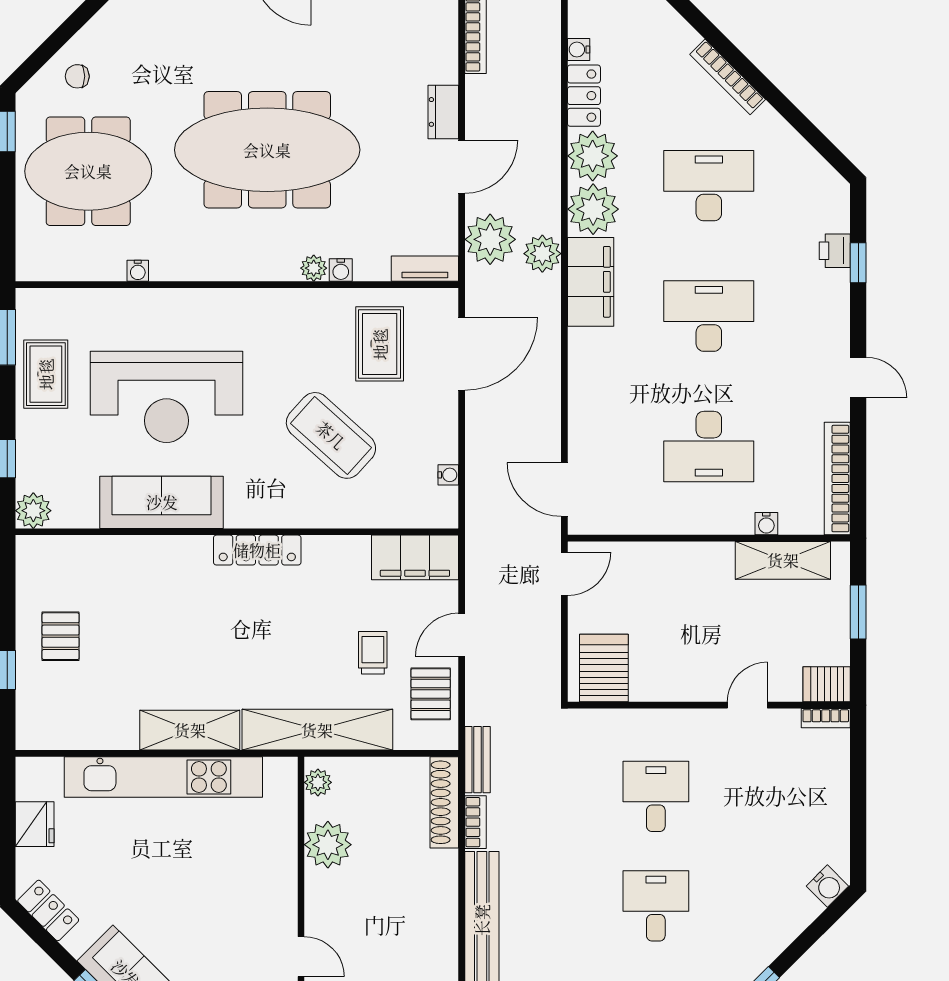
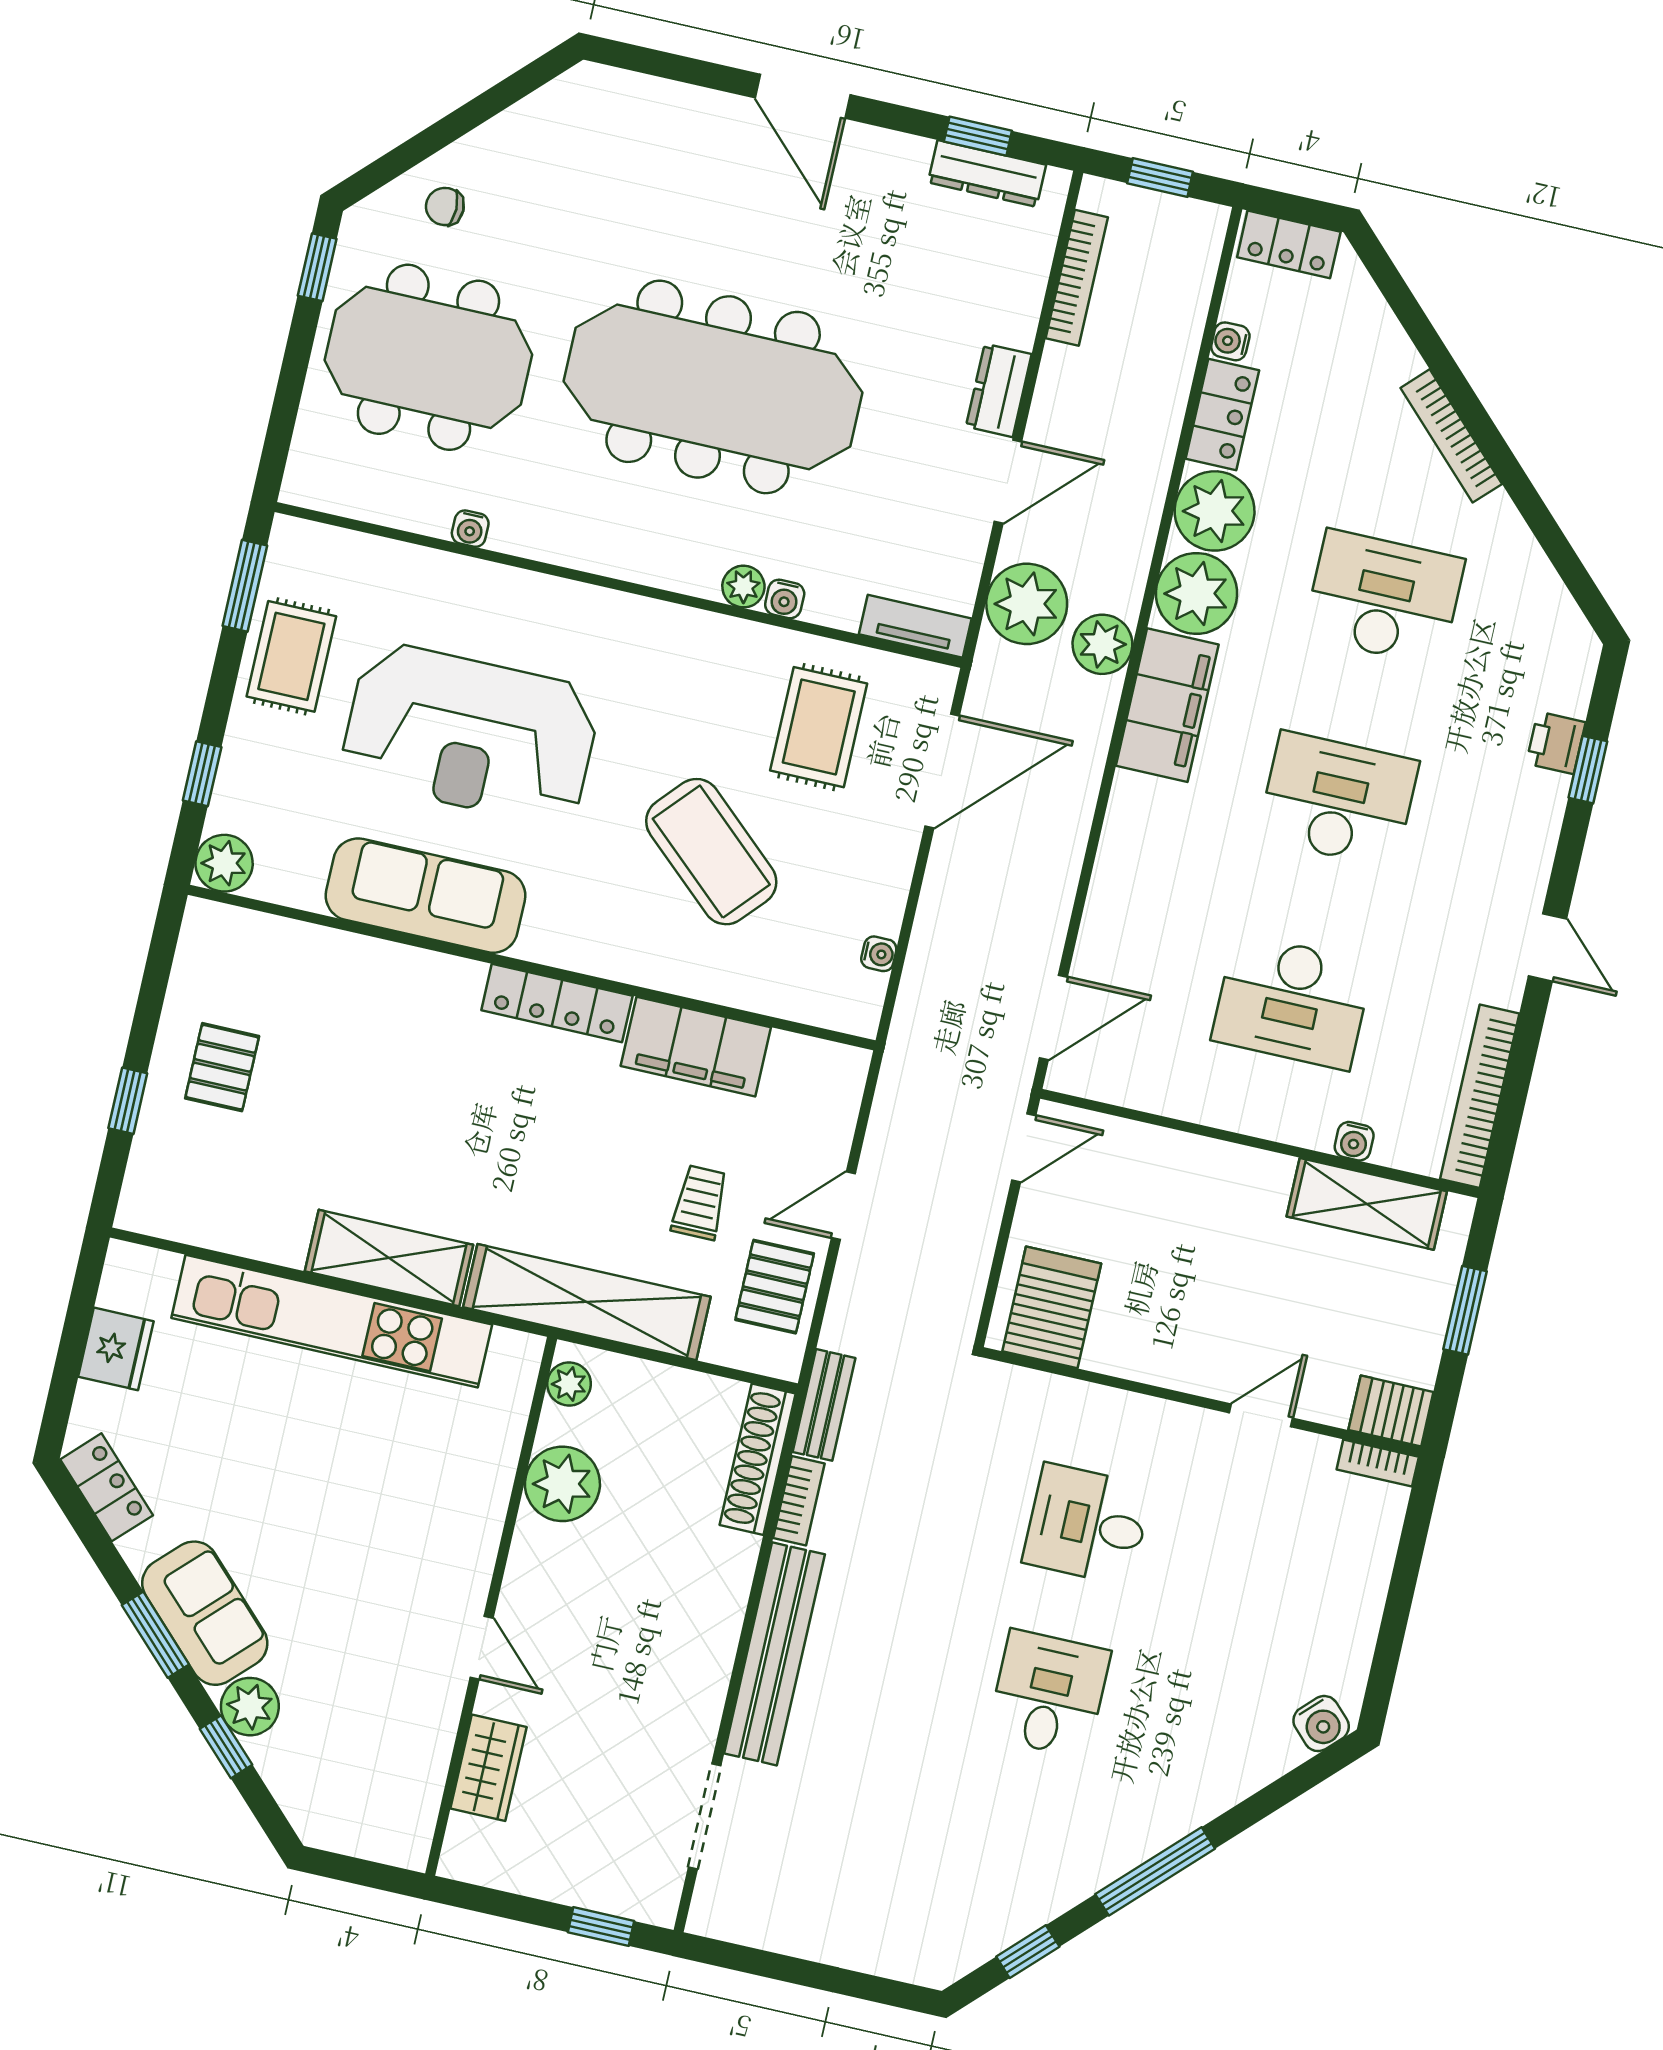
door: (564, 490) -> (1053, 1017), swing flipped
filing cabinet: (415, 557) -> (696, 1047), moved
desk: (656, 796) -> (1087, 1524), turned -90

